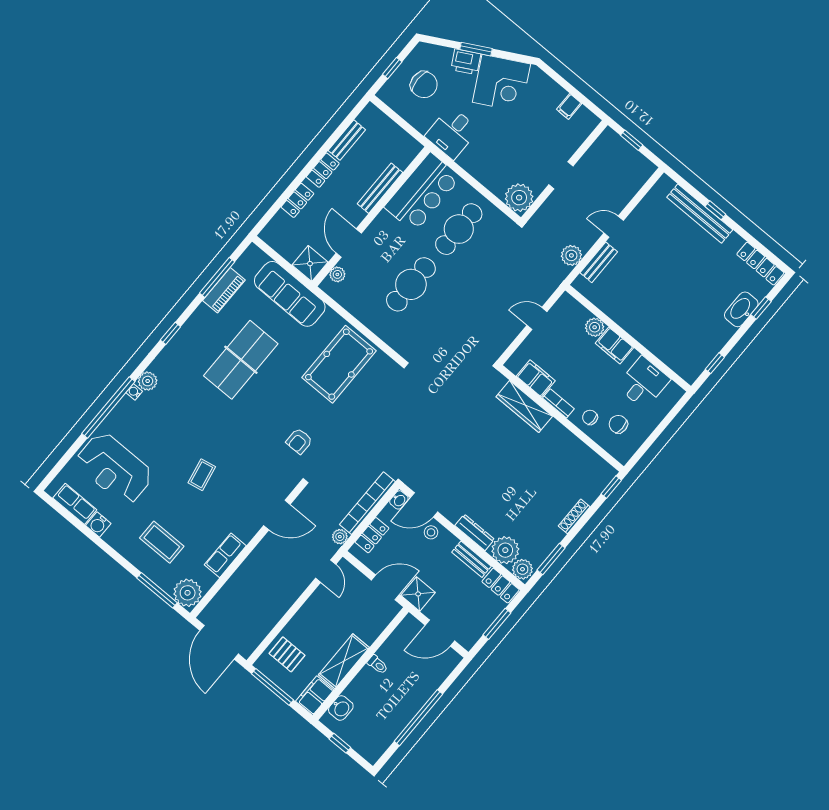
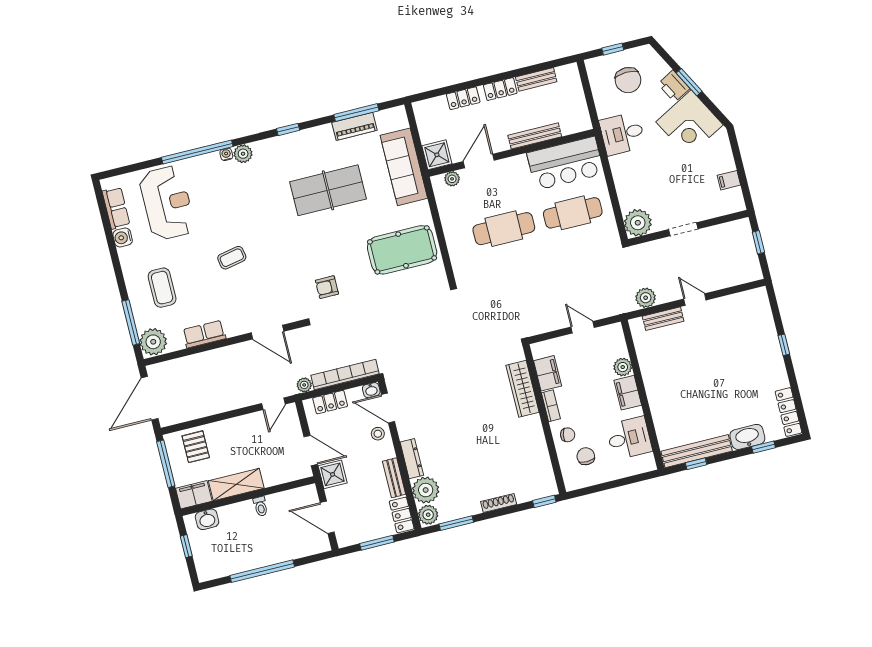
bench: (700, 214) -> (697, 451), moved, turned 90
chair: (590, 417) -> (568, 435), turned 100
reception desk: (114, 468) -> (167, 203), turned 180

